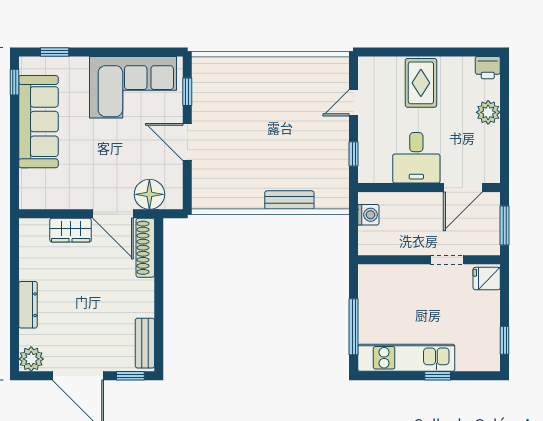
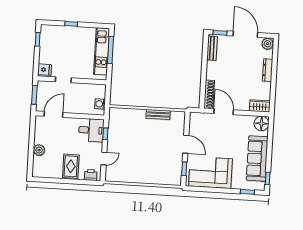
printer: (488, 68) -> (91, 175), moved
desk: (416, 158) -> (91, 130), moved, turned 90
floor lamp: (149, 194) -> (261, 123), moved
bench: (289, 200) -> (158, 114), moved
wardrobe: (71, 230) -> (260, 106), moved
kitchen unit: (406, 358) -> (102, 51), moved, turned 90

